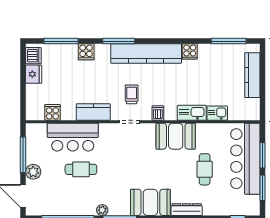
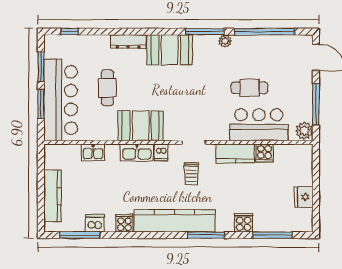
dishwasher: (33, 56) -> (95, 223), moved, turned 90
cooker: (52, 112) -> (264, 153), moved
kitchen sink: (192, 113) -> (137, 153), moved
plant: (33, 172) -> (304, 131), moved

